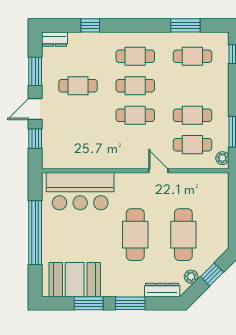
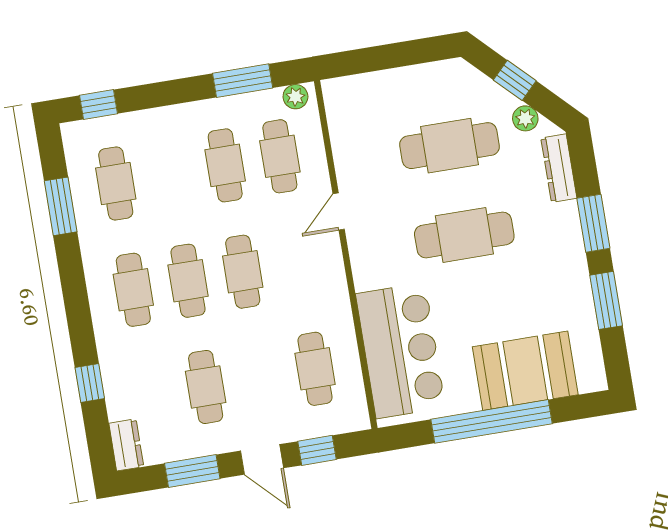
cafe table: (78, 145) -> (315, 369), added
booth: (75, 280) -> (525, 371), moved, turned 90

